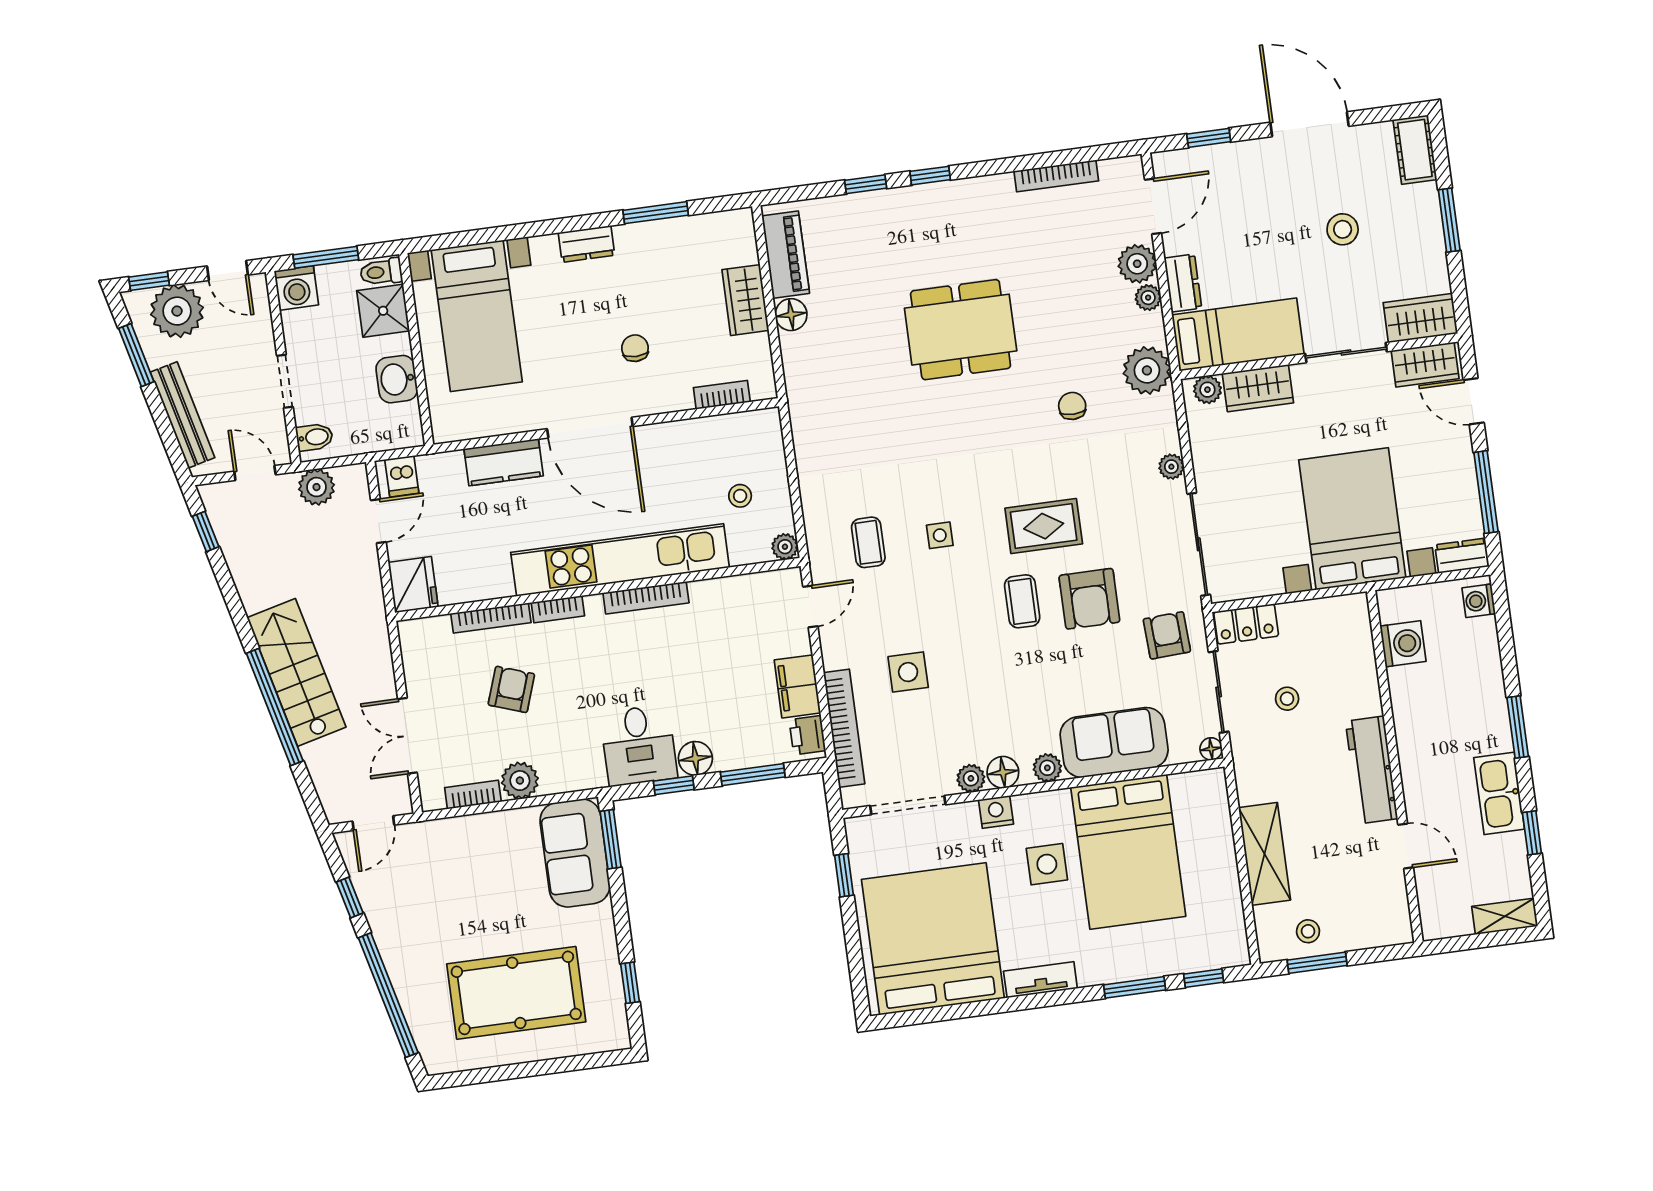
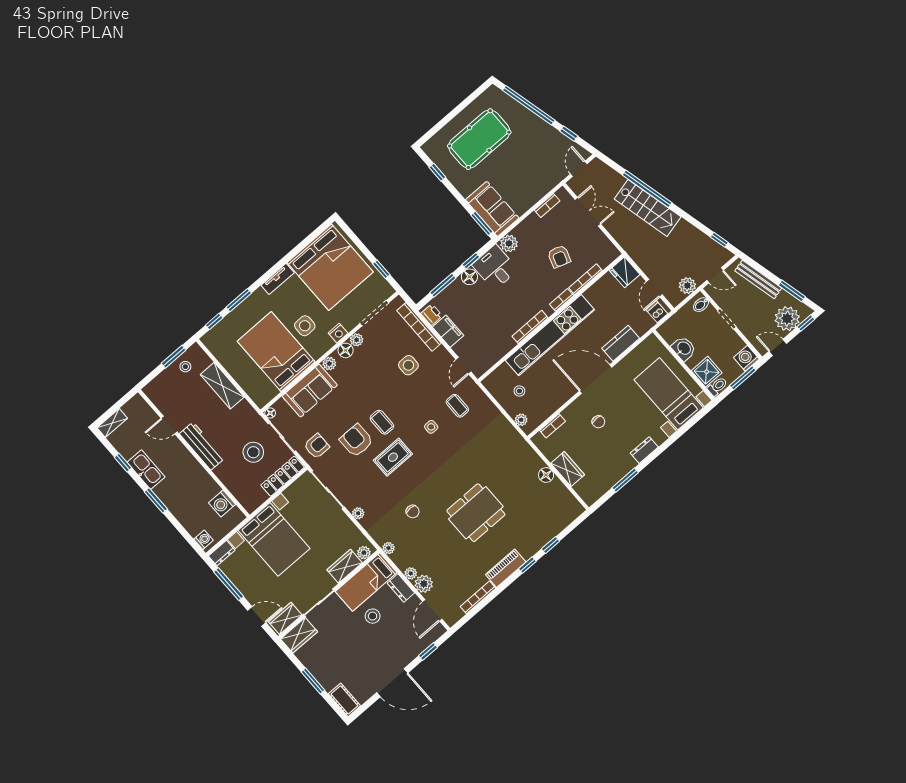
stool: (1343, 229) -> (373, 616), moved
piano: (786, 255) -> (506, 568), moved, turned 90
plant: (1147, 370) -> (389, 548), width x0.53, depth x0.53
plant: (785, 547) -> (521, 420), moved
locker: (1246, 624) -> (283, 476), width x1.53
armchair: (1167, 635) -> (317, 446), turned -87
stool: (1287, 699) -> (253, 452), width x1.89, depth x1.89
plant: (520, 781) -> (509, 243), moved

